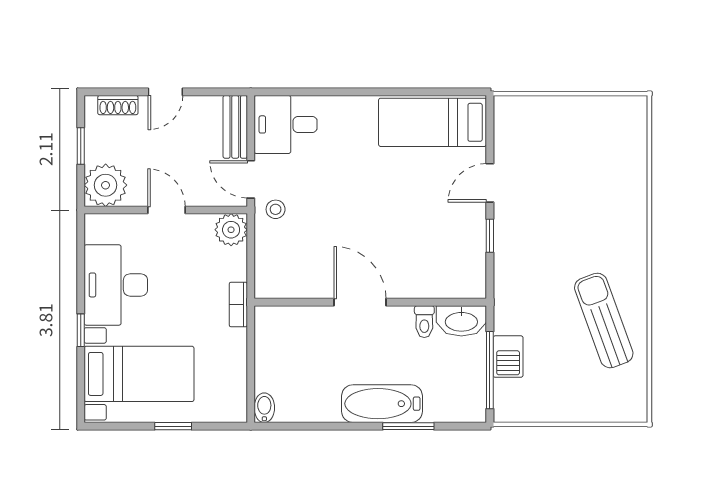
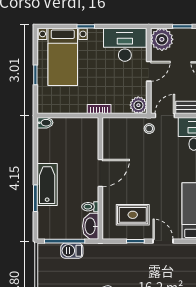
rug: (440, 241) -> (133, 215), added
desk: (116, 285) -> (125, 45), moved

